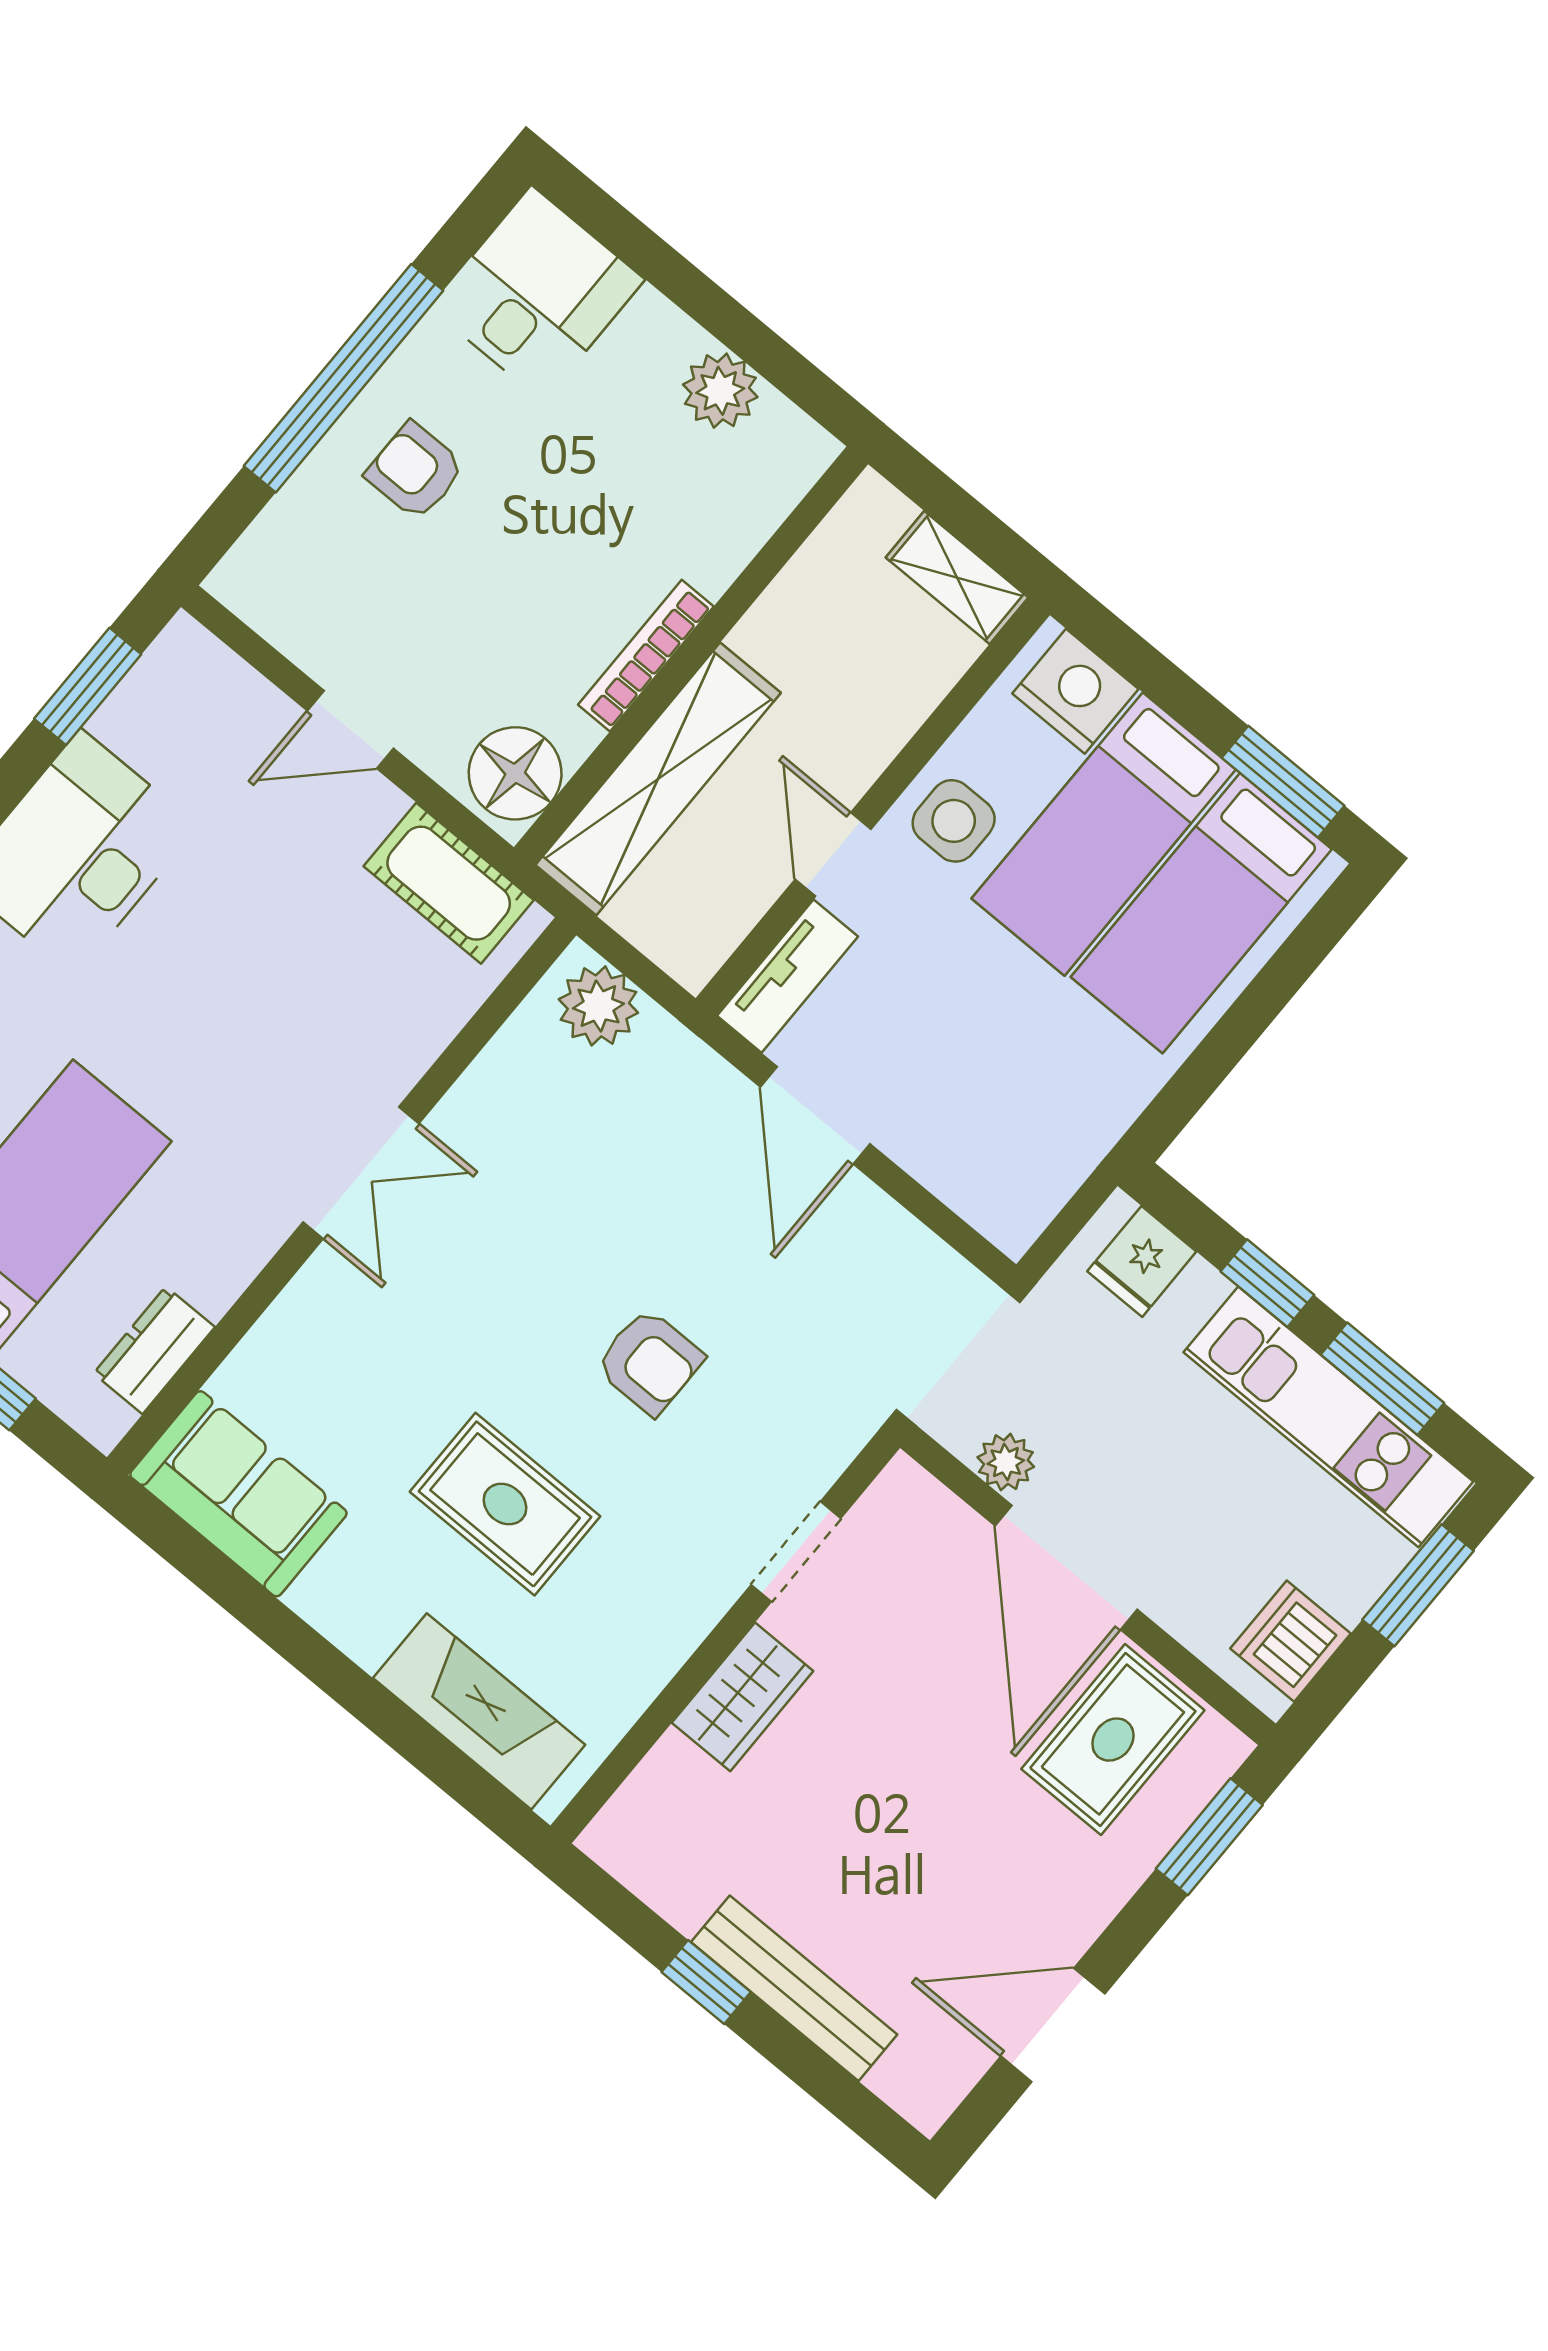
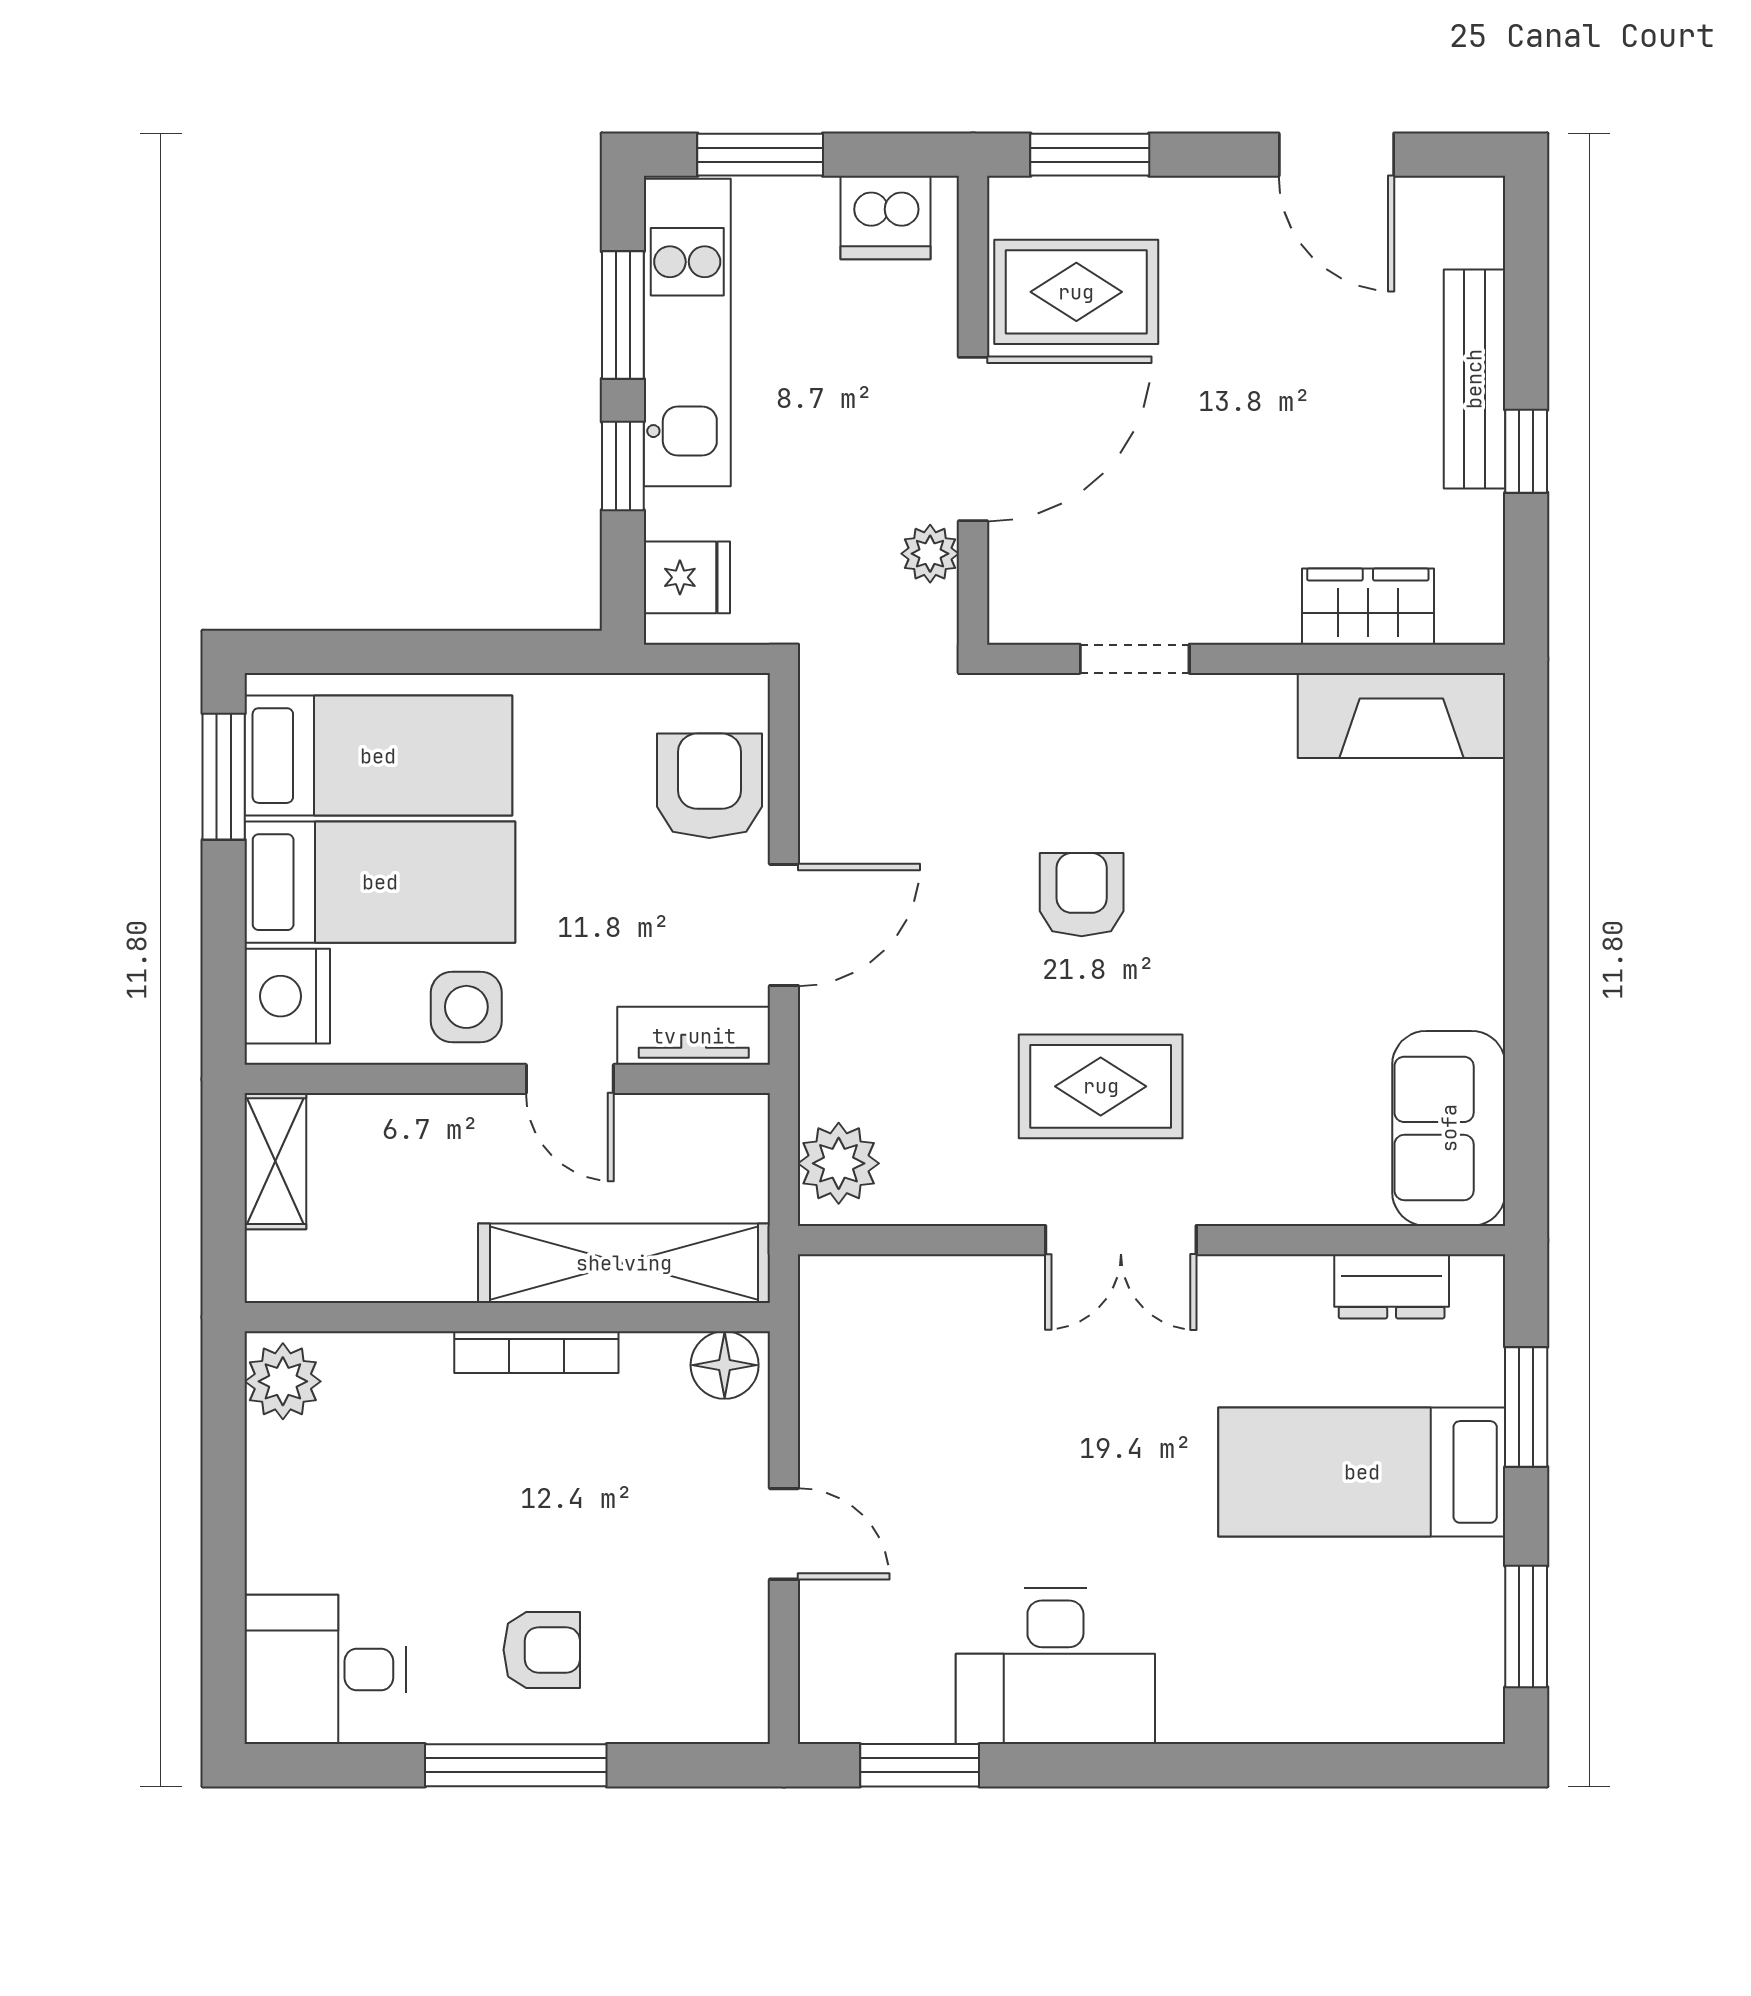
window: (344, 378) -> (516, 1765), width x0.68
plant: (720, 391) -> (283, 1381), moved
armchair: (415, 471) -> (542, 1650), turned -90
floor lamp: (515, 773) -> (725, 1365), width x0.73, depth x0.73
door: (833, 854) -> (570, 1079), hinge flipped
cot: (449, 883) -> (840, 1359), removed
armchair: (968, 1147) -> (709, 786), added
double door: (361, 1173) -> (1121, 1240), swing flipped
rug: (505, 1504) -> (1101, 1086), moved, turned 90
wardrobe: (743, 1697) -> (1368, 607), moved
fireplace: (479, 1711) -> (1401, 715), moved, turned -90

